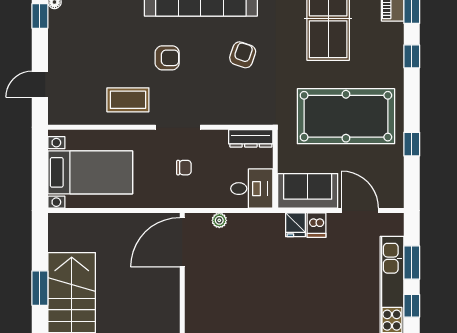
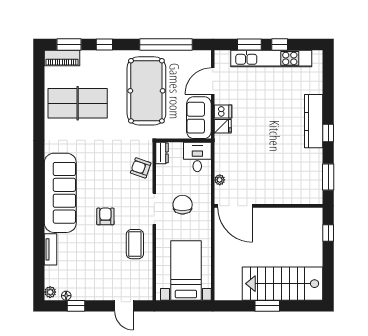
armchair: (243, 55) -> (141, 168), moved
dresser: (251, 138) -> (162, 153), width x0.70
window: (412, 144) -> (166, 45), width x3.17
chair: (184, 168) -> (183, 205), width x1.87, depth x1.87

